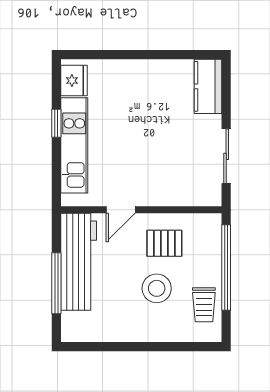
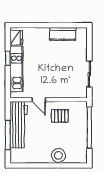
kitchen counter: (208, 86) -> (63, 34), moved, turned -90
door: (121, 210) -> (39, 100), hinge flipped
stool: (157, 288) -> (58, 155), moved
trolley: (204, 305) -> (79, 145), removed

